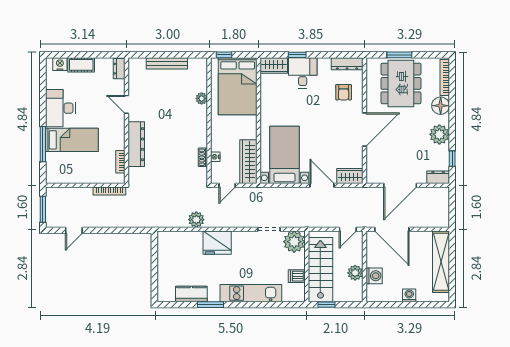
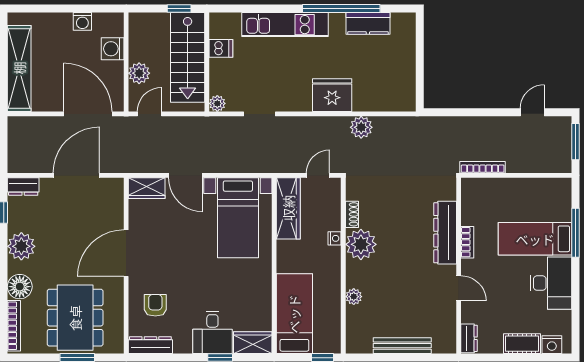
bed: (238, 86) -> (294, 314), width x0.67
plant: (196, 136) -> (361, 244), added
nightstand: (215, 157) -> (335, 238), moved
bookcase: (120, 162) -> (467, 242), moved
plant: (294, 242) -> (217, 103), width x0.53, depth x0.53
plant: (355, 273) -> (139, 73), moved
washing machine: (409, 295) -> (82, 21), moved
window: (211, 305) -> (341, 9), width x2.11

